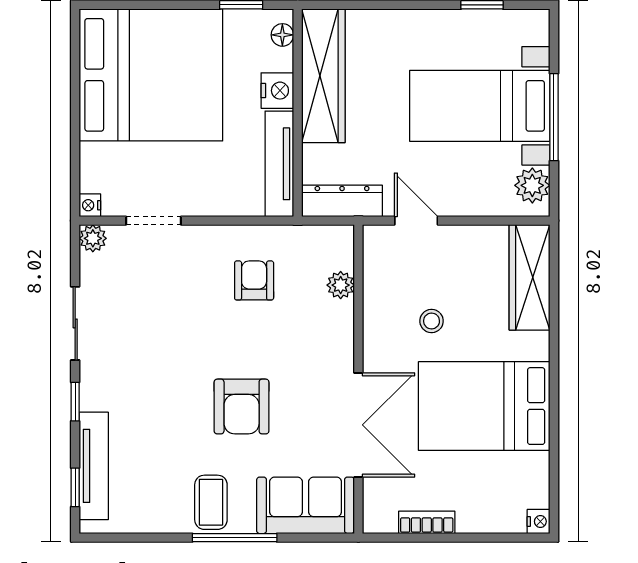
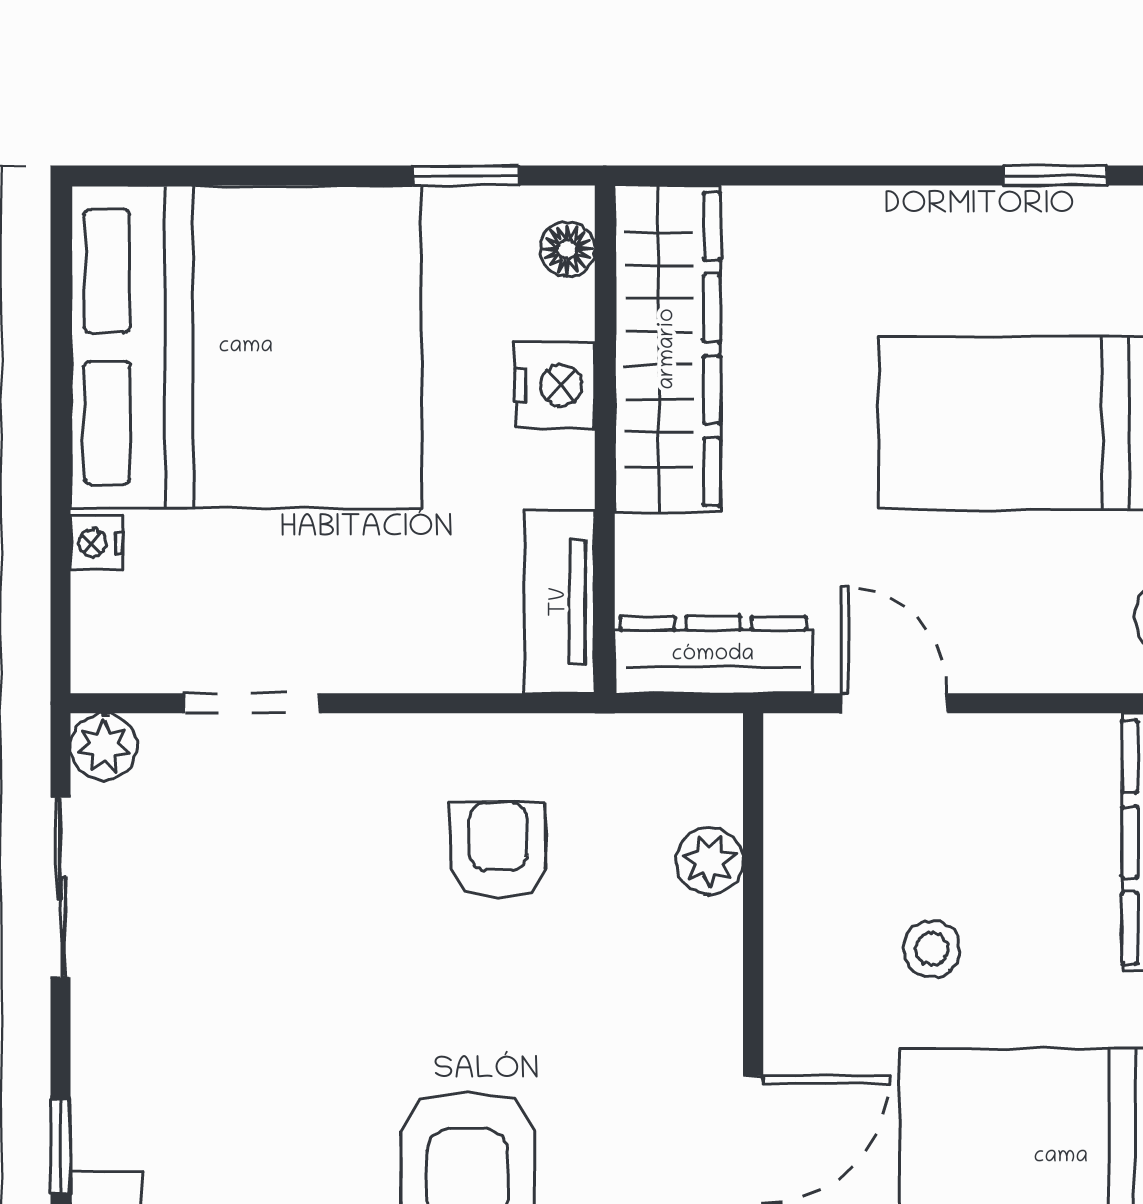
tv unit: (279, 164) -> (560, 602), width x0.71
nightstand: (90, 205) -> (97, 543), moved
sliding door: (75, 323) -> (60, 887), moved

